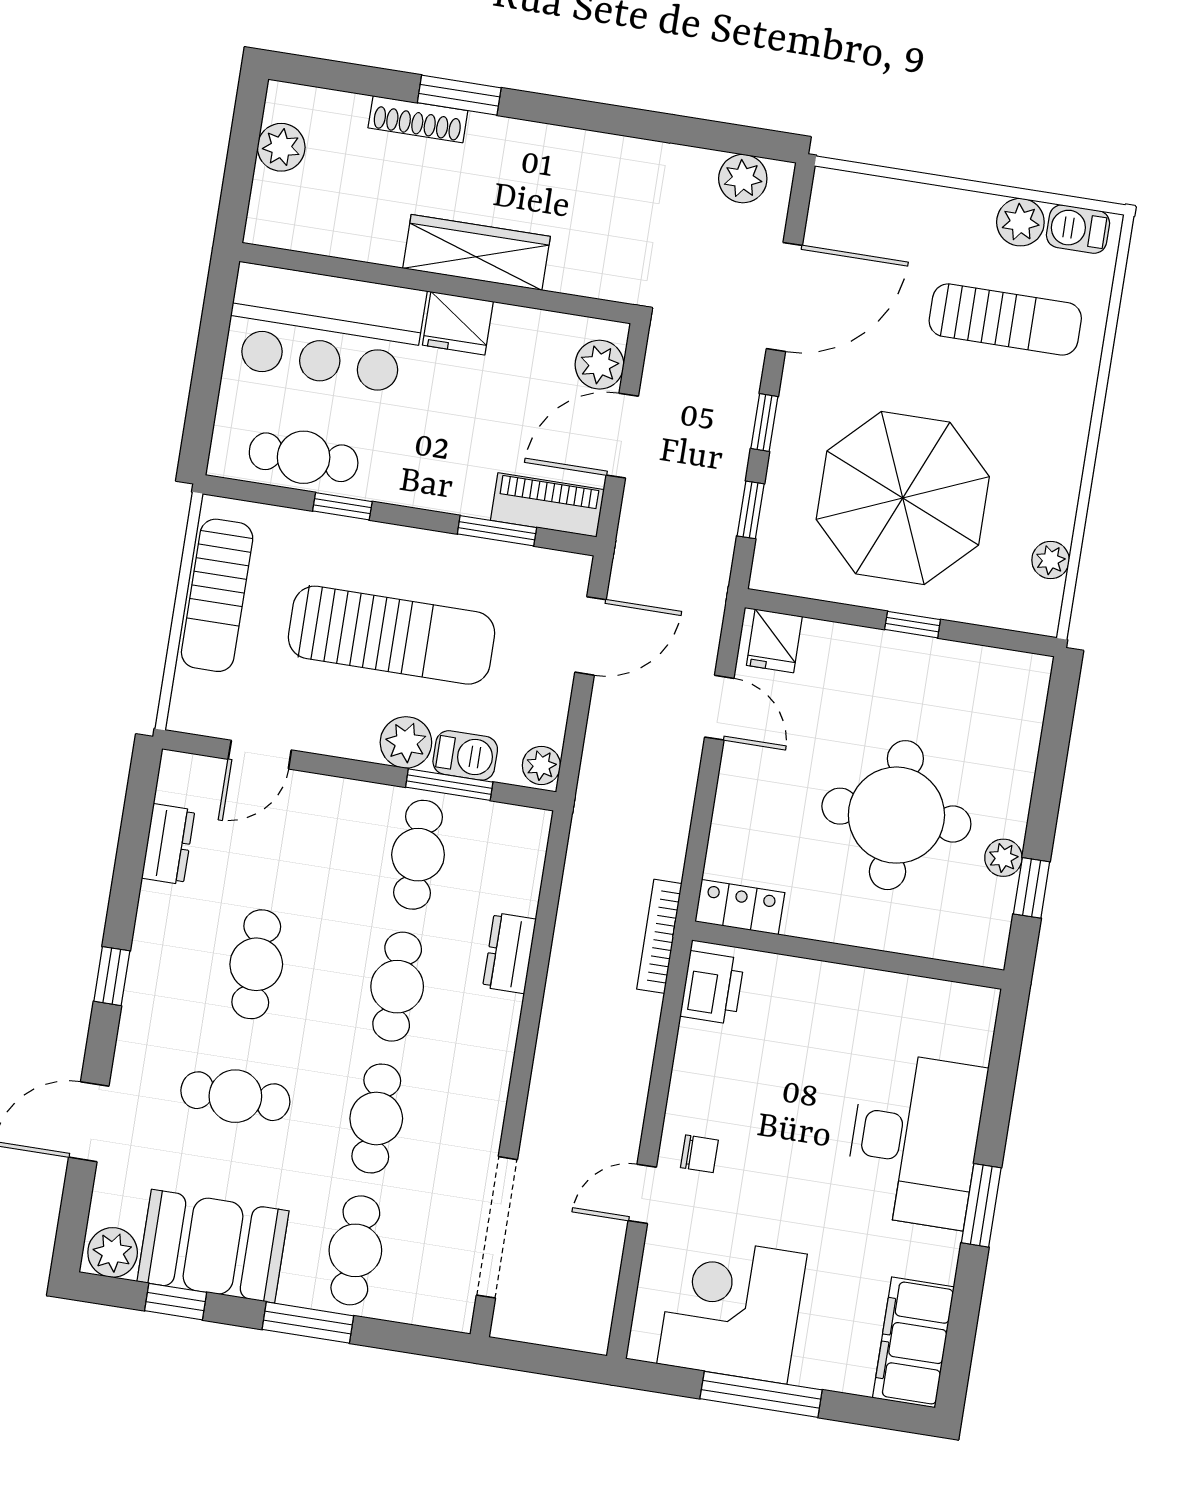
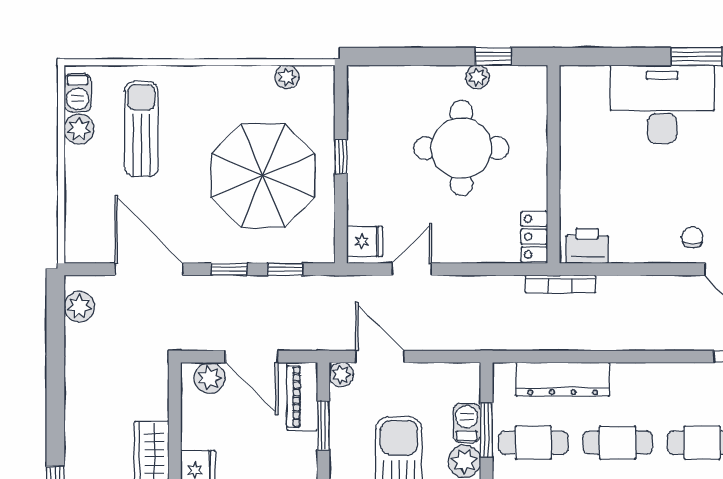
plant: (541, 765) -> (341, 374), moved
dresser: (509, 953) -> (563, 379), width x1.96, depth x1.24

